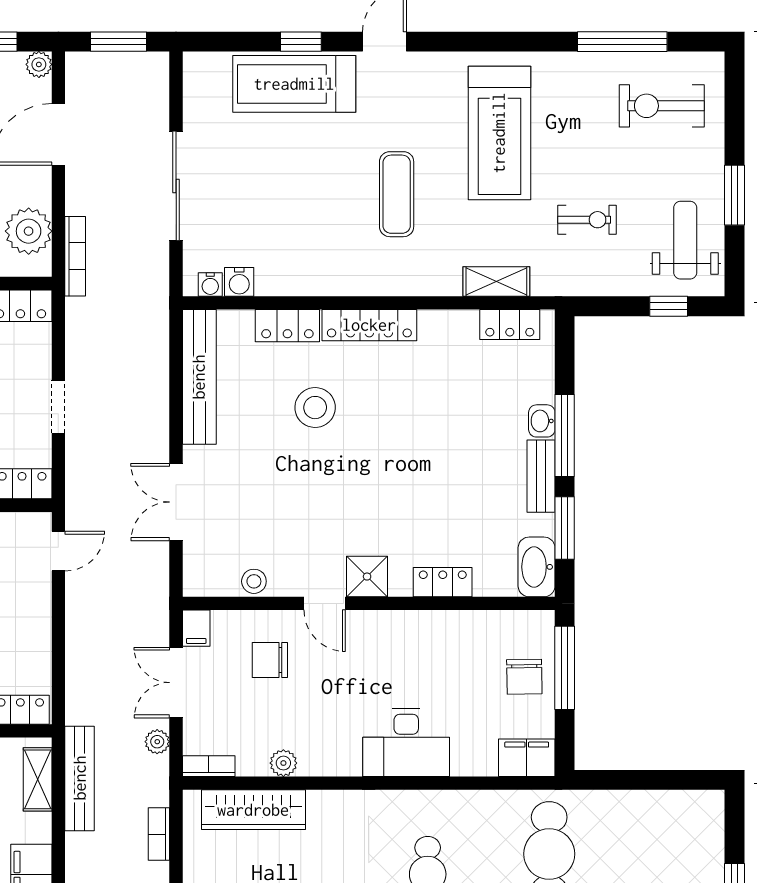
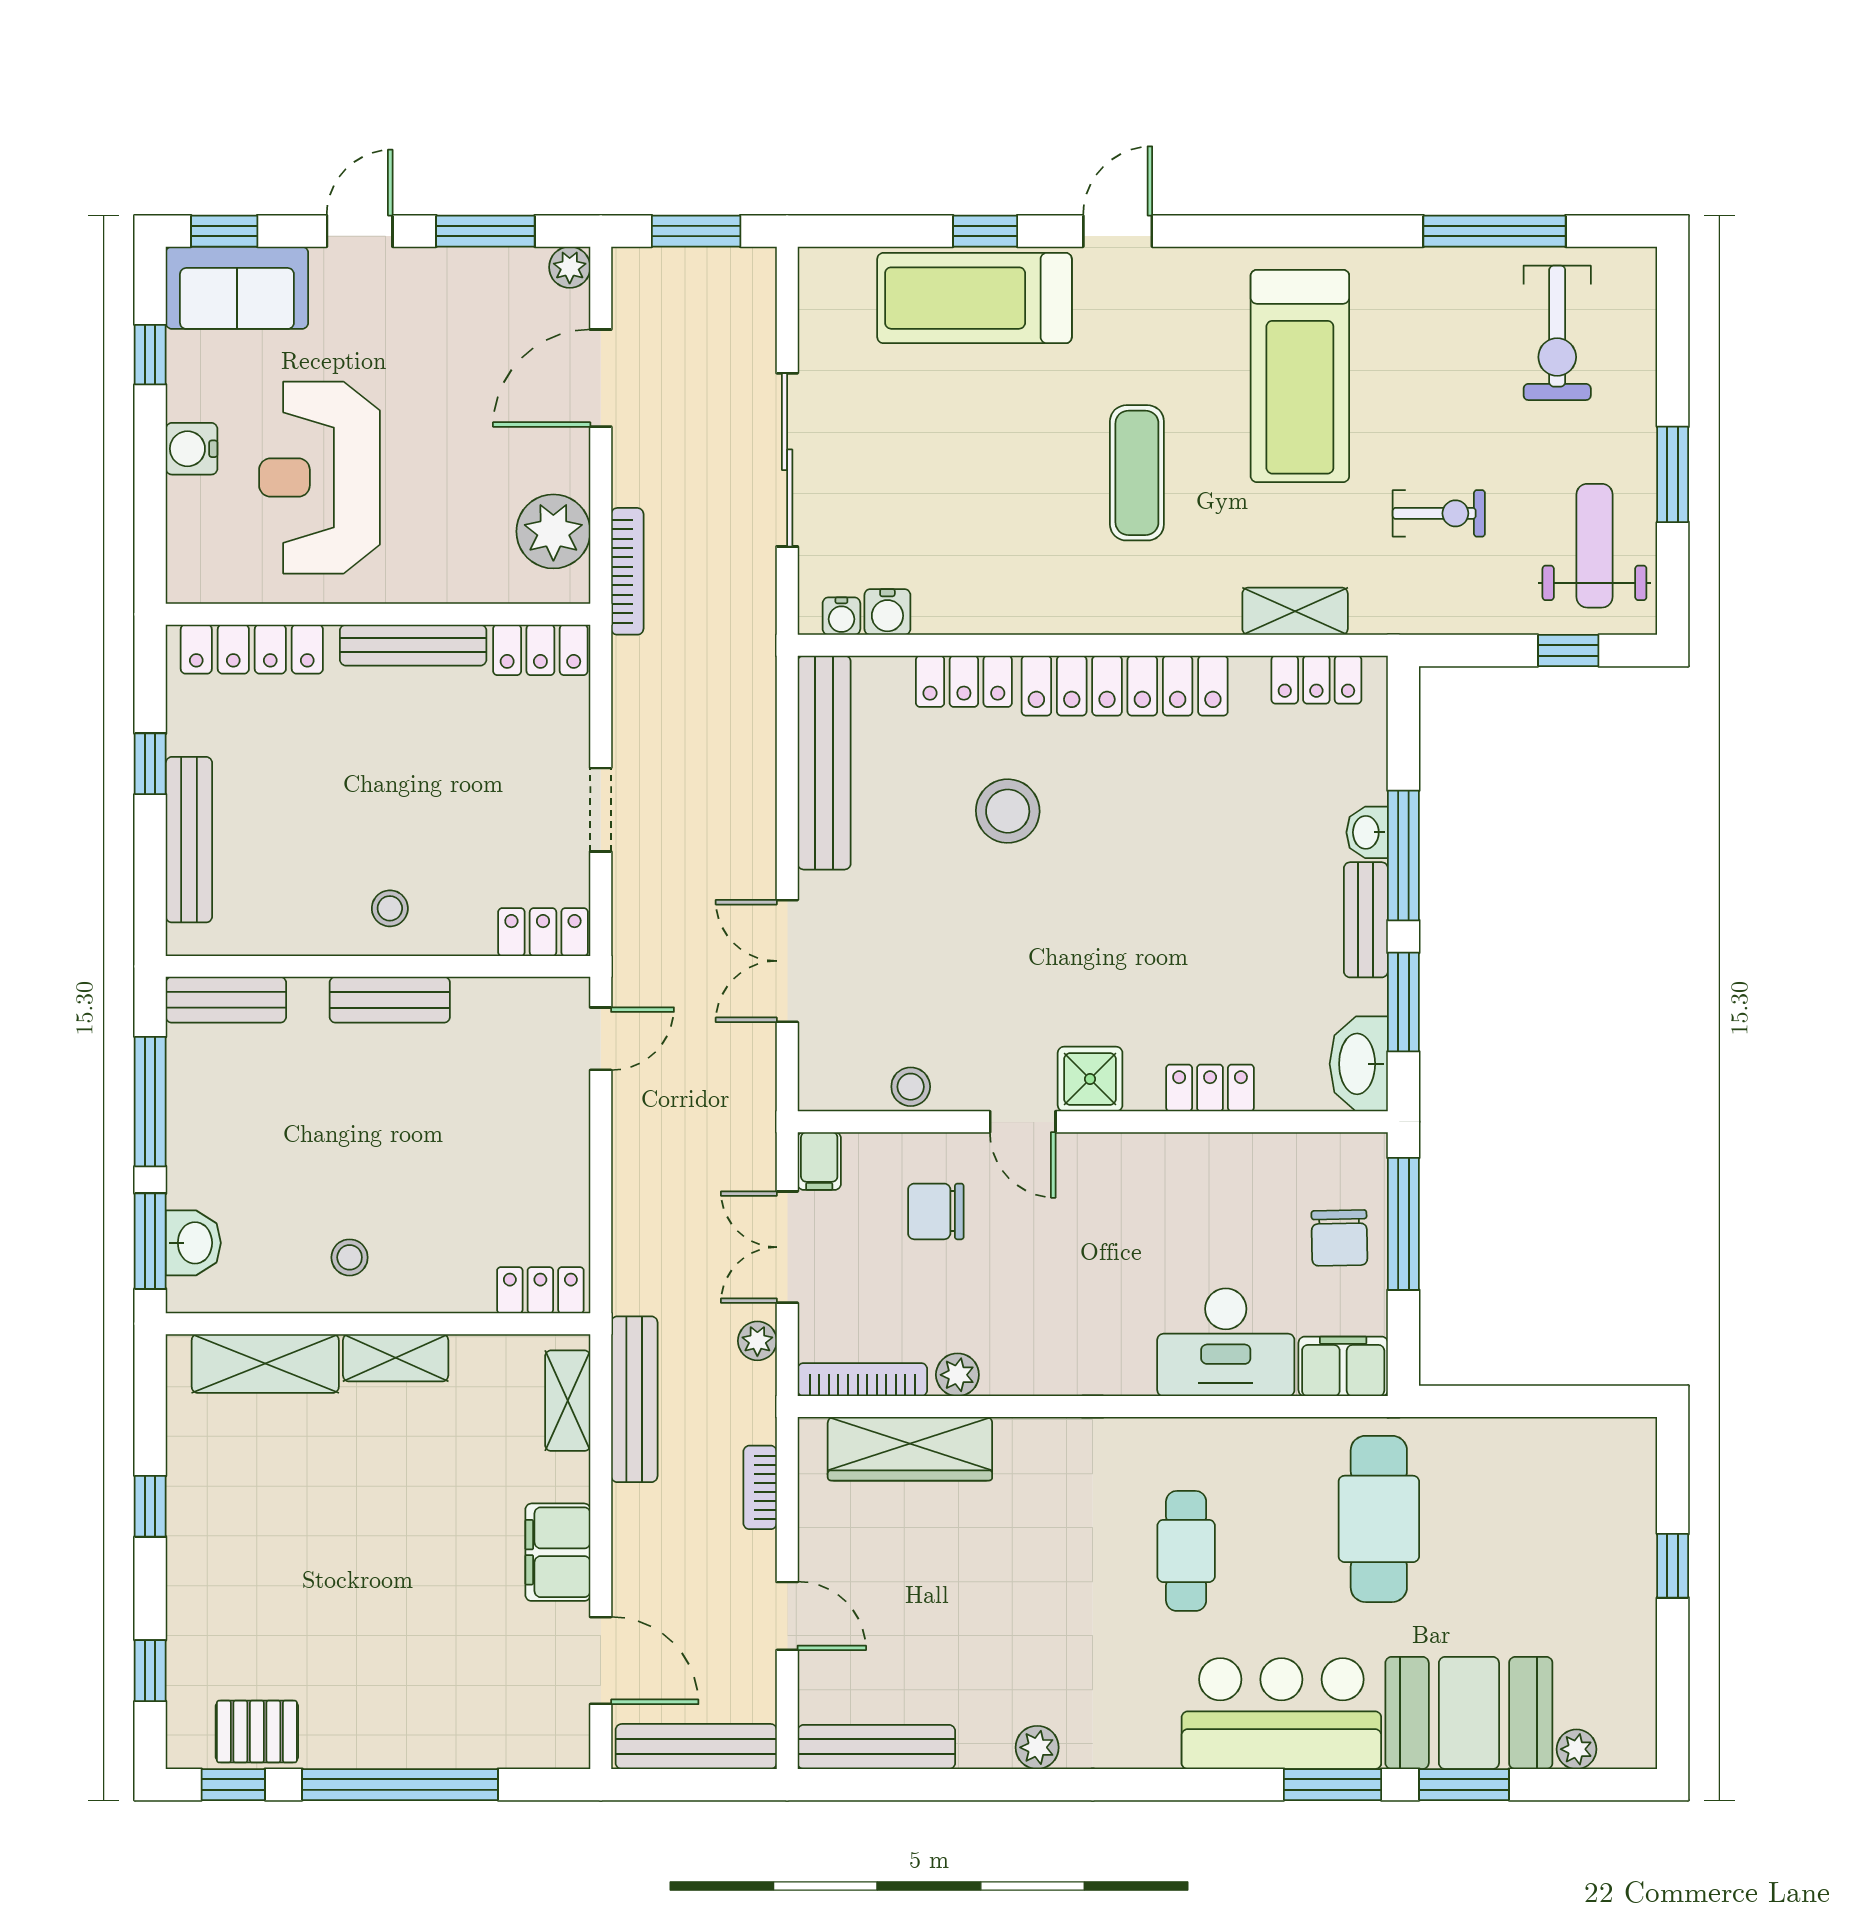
exercise bike: (662, 106) -> (1557, 333), turned -90
locker: (369, 325) -> (1125, 686), width x1.41, depth x1.21
desk: (406, 743) -> (1226, 1342), moved
bookcase: (209, 766) -> (862, 1380), width x1.56

